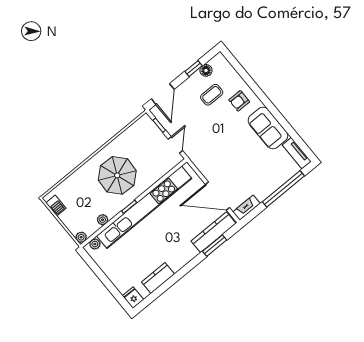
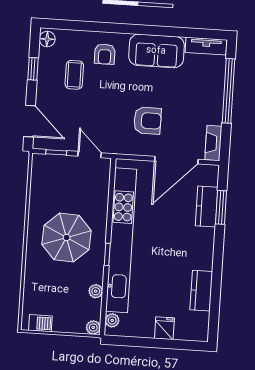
floor lamp: (206, 70) -> (47, 39), moved
armchair: (224, 159) -> (147, 121), added
kitchen counter: (214, 232) -> (207, 206), width x0.67
fridge: (133, 298) -> (164, 328), moved, turned 90

